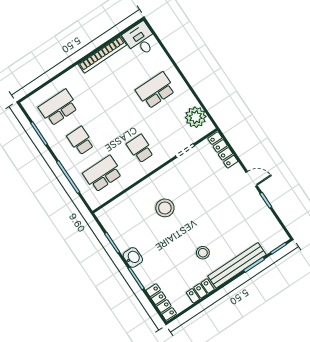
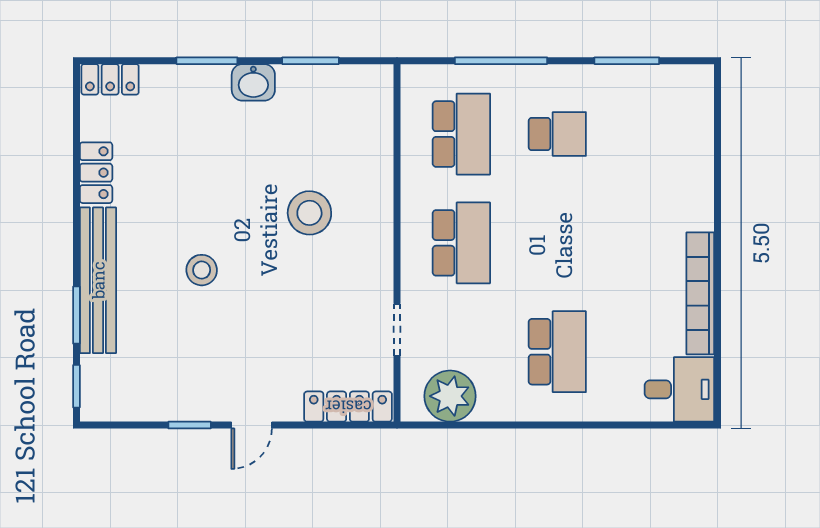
school desk: (58, 108) -> (653, 134), removed
school desk: (140, 149) -> (461, 243), width x1.85
stool: (203, 253) -> (202, 270), moved
locker: (161, 302) -> (110, 79), width x0.66

